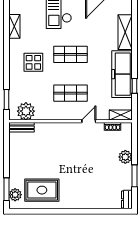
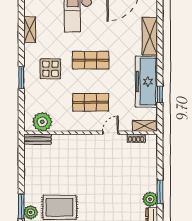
window: (7, 100) -> (21, 78), moved
plant: (125, 157) -> (150, 199), moved

